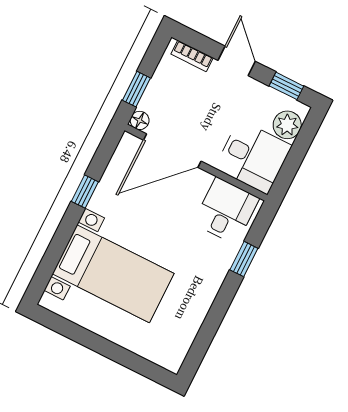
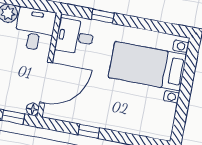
door: (172, 151) -> (46, 83), hinge flipped
bed with nightstands: (113, 274) -> (147, 66), moved, turned -90

